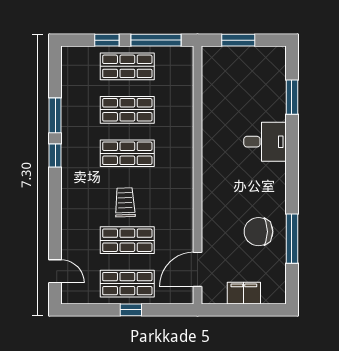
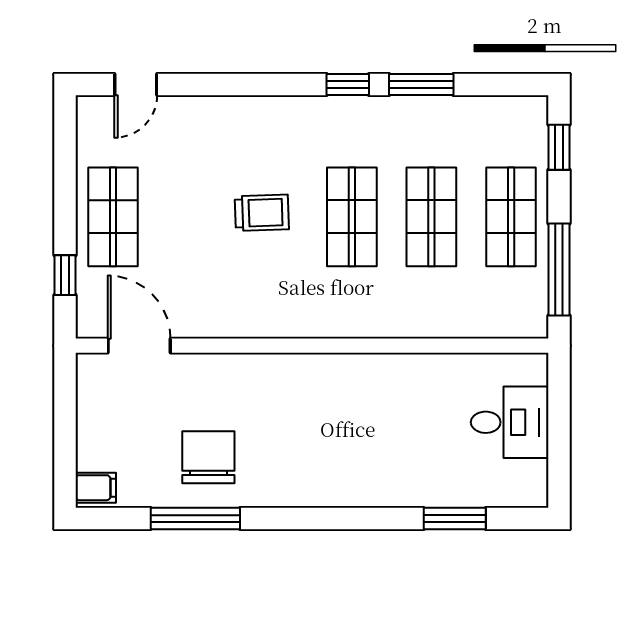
window: (107, 40) -> (559, 147), moved
window: (238, 40) -> (559, 420), removed
desk: (265, 142) -> (510, 422), moved, turned -90
shop shelf: (127, 240) -> (193, 217), removed
filing cabinet: (244, 293) -> (96, 488), moved, width x0.50
window: (131, 310) -> (65, 275), moved

